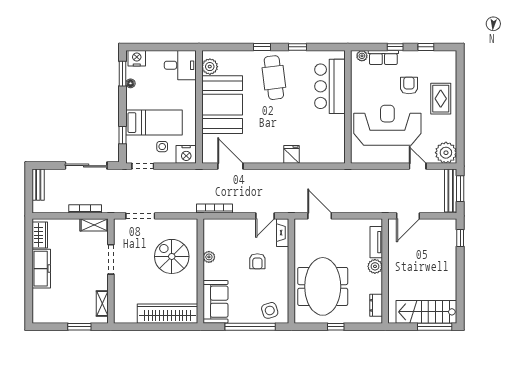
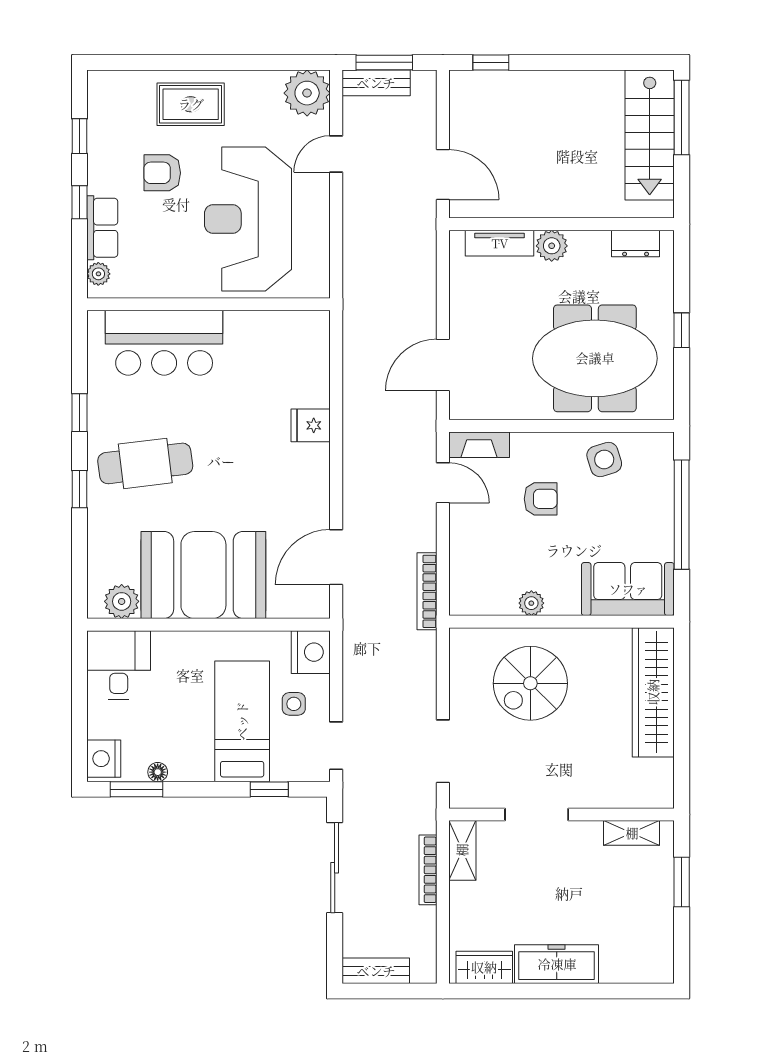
bench: (451, 191) -> (376, 83), width x0.73
side table: (270, 310) -> (604, 459), moved

